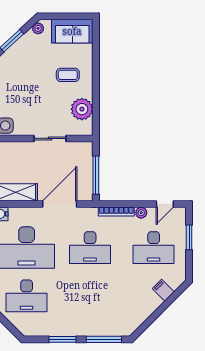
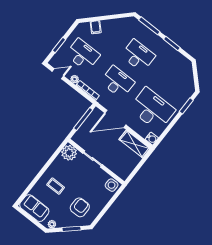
armchair: (21, 72) -> (80, 207), added
plant: (82, 109) -> (69, 153), moved
desk: (27, 296) -> (138, 56), moved

